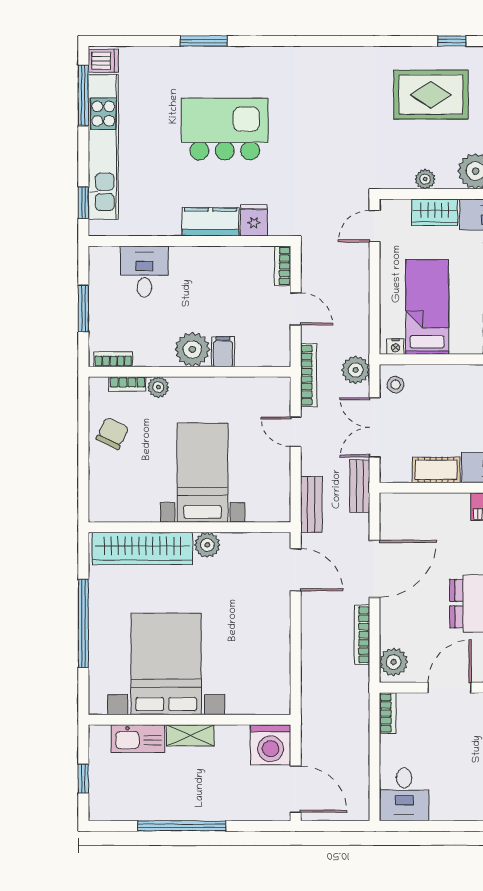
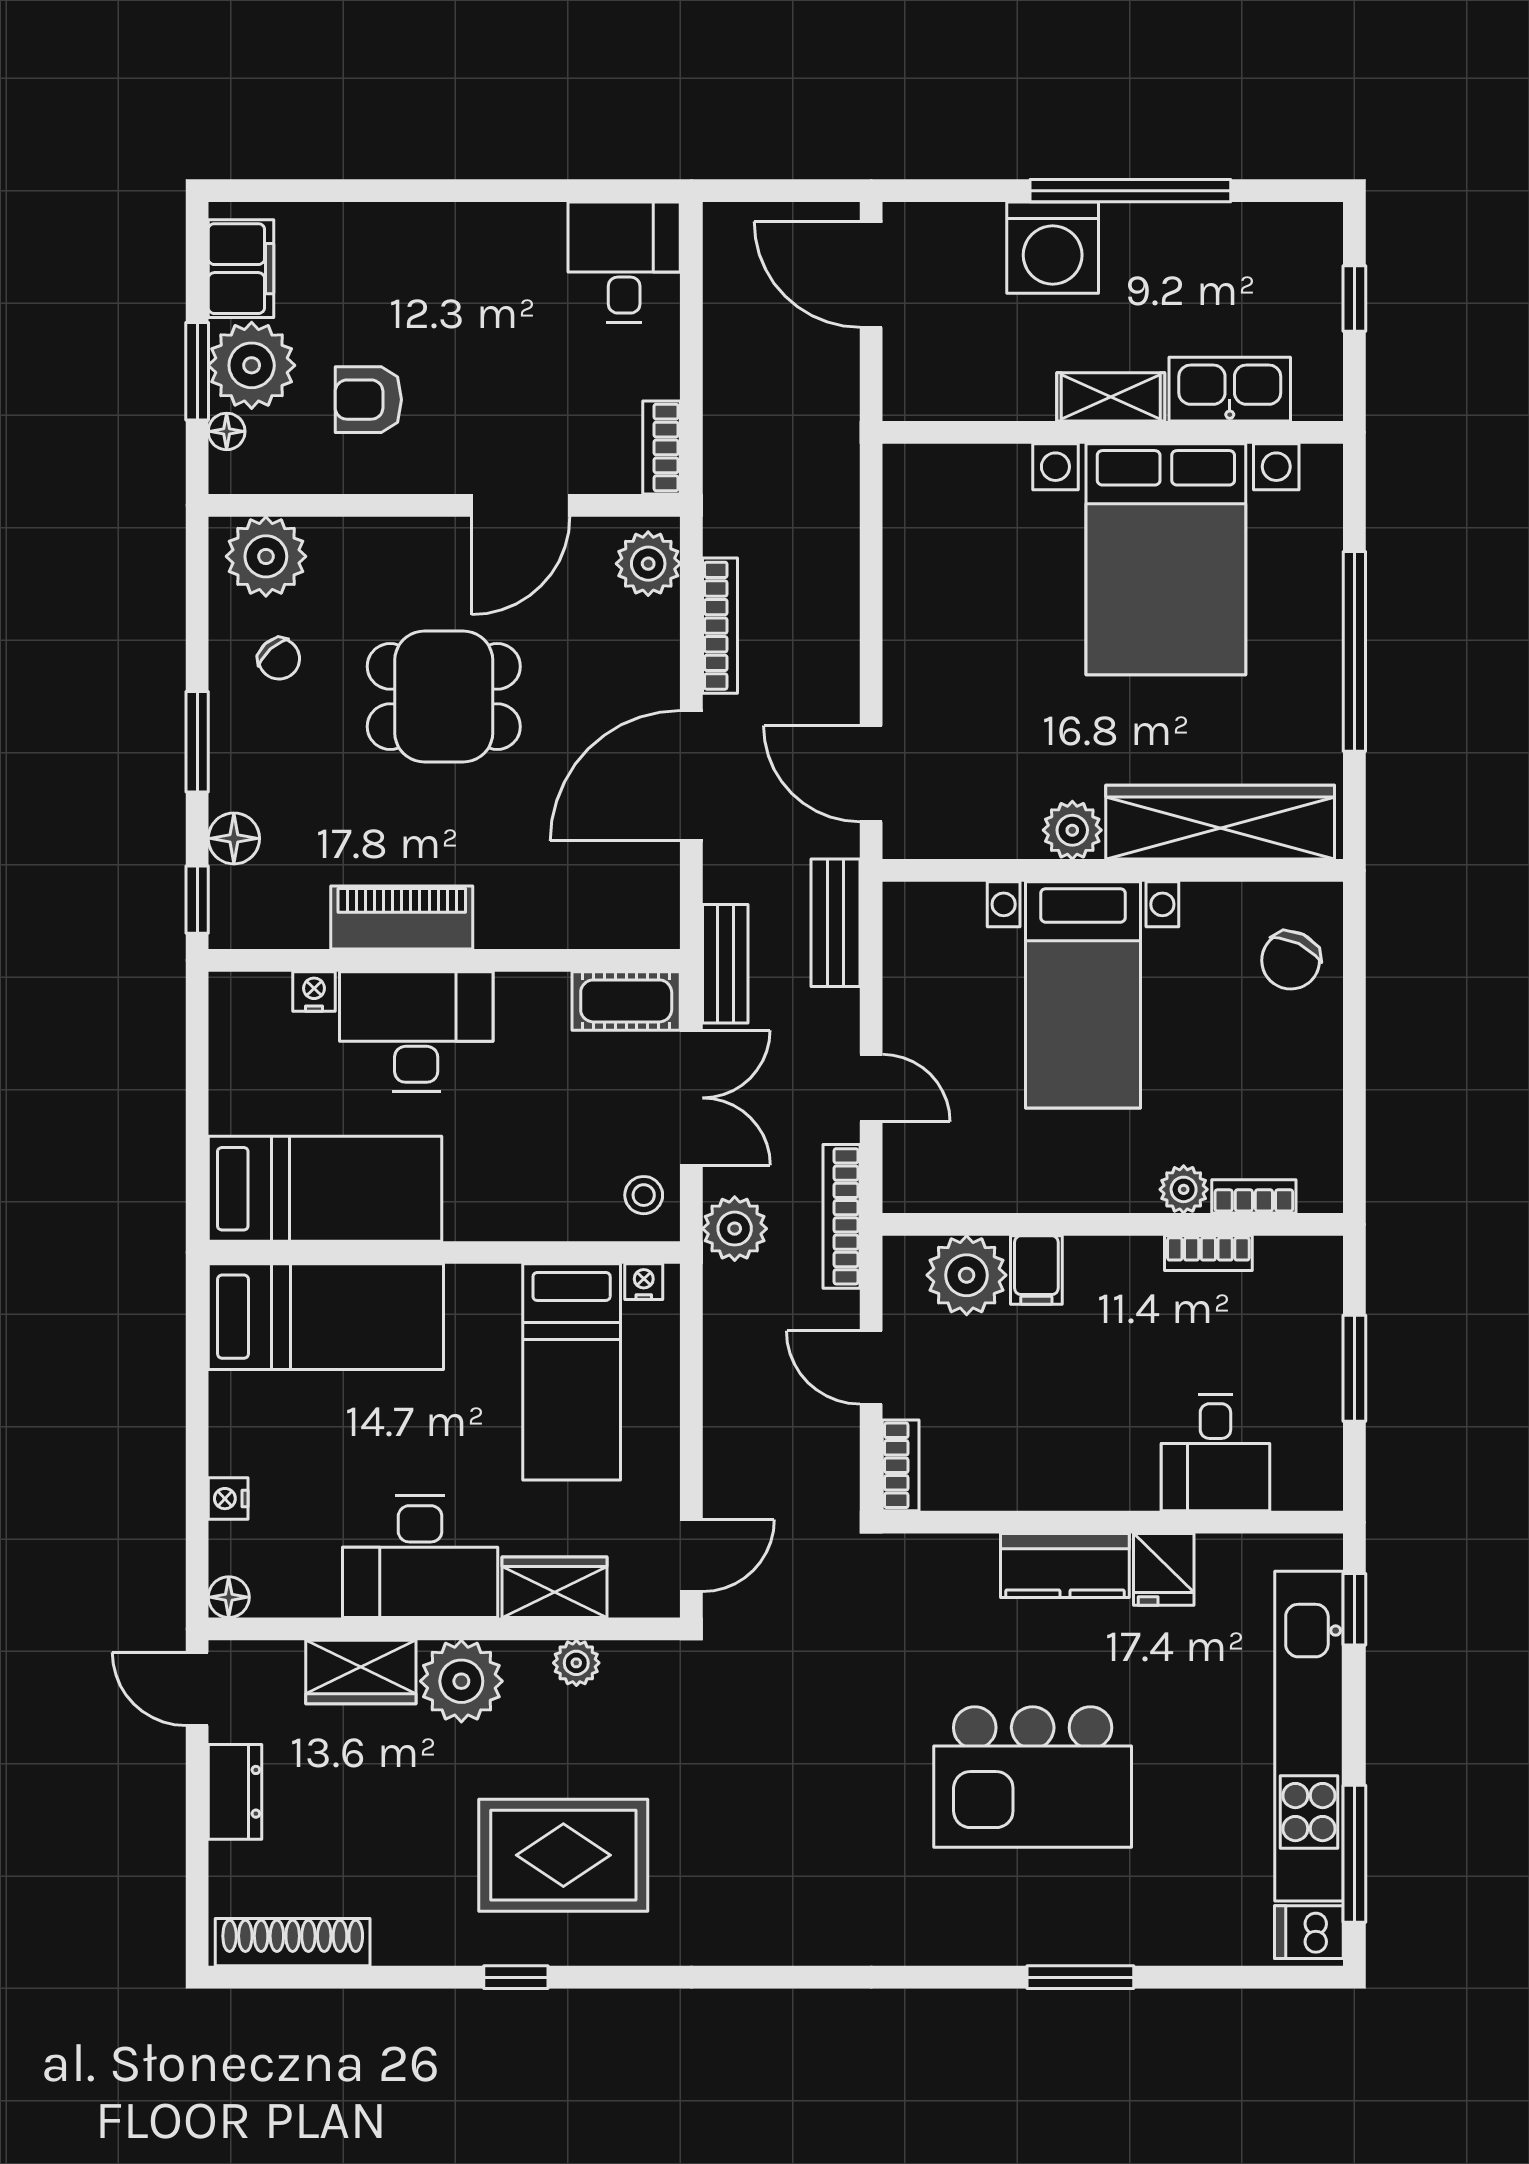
fridge: (254, 220) -> (1164, 1569), moved
plant: (192, 349) -> (967, 1275), moved
bookcase: (113, 359) -> (1208, 1253), moved
chair: (112, 433) -> (1291, 960), moved
cot: (436, 470) -> (626, 1001), moved
washing machine: (271, 745) -> (1053, 248), moved, turned 180

